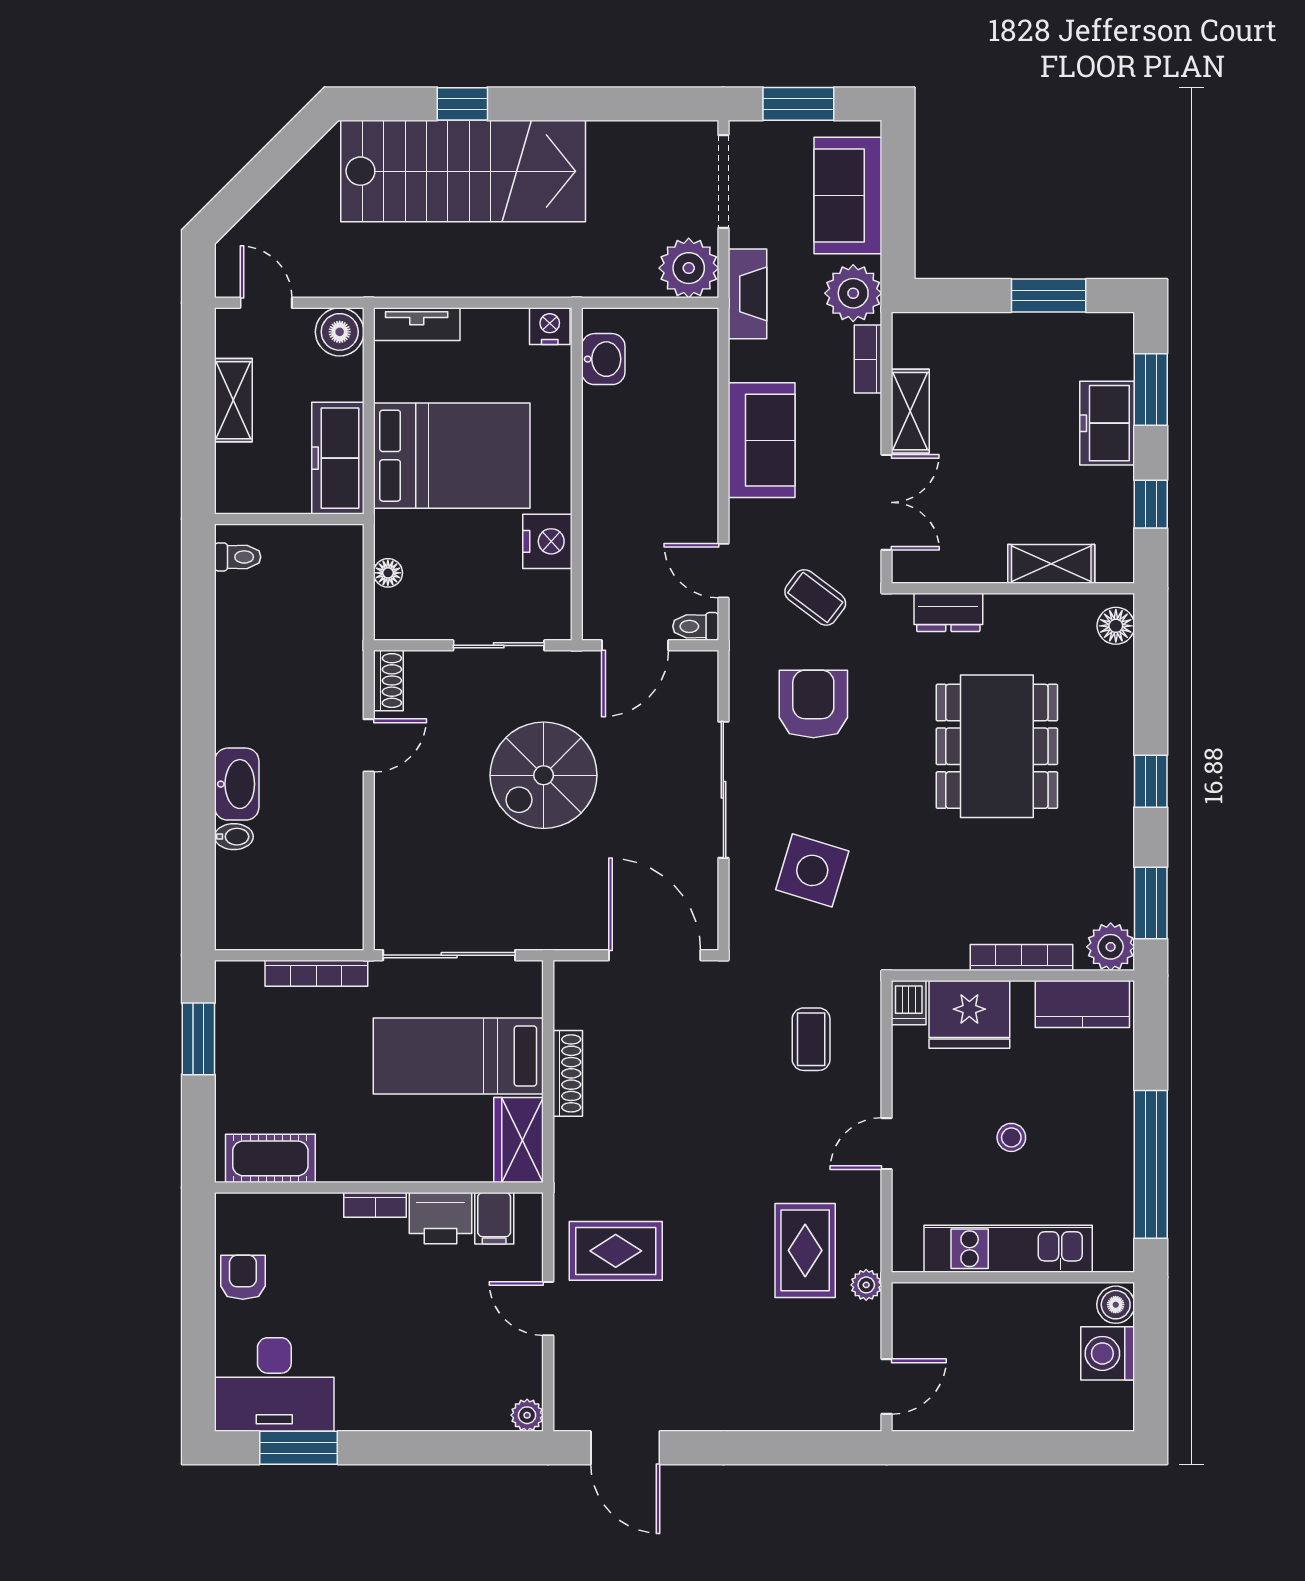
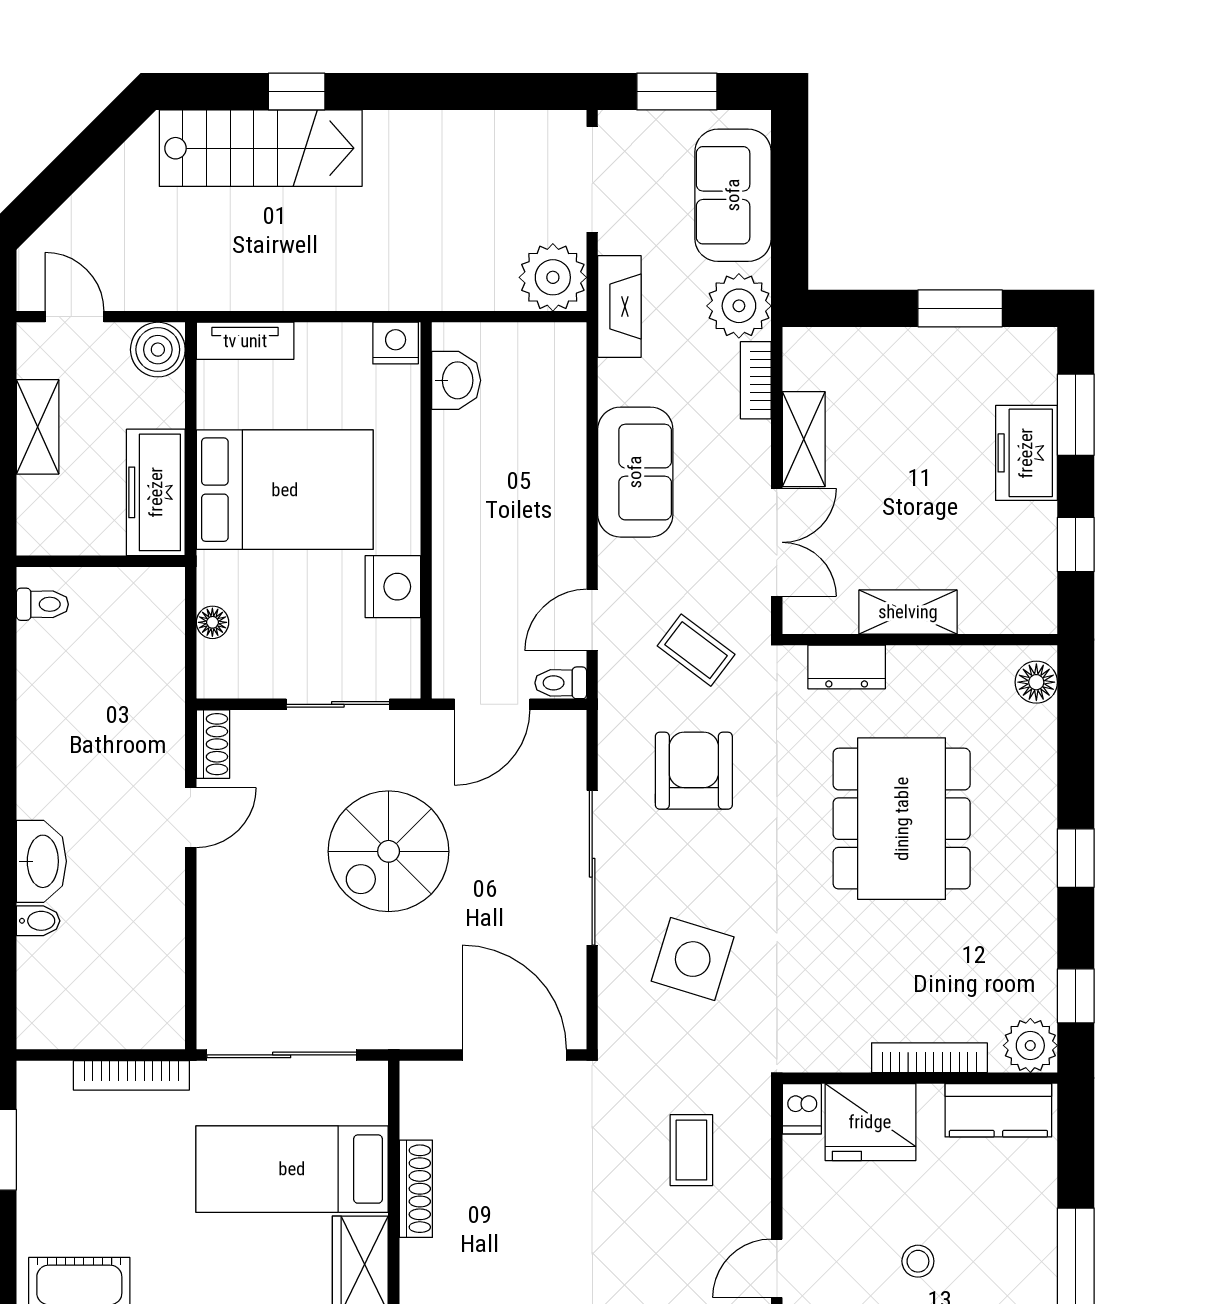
stairs: (463, 171) -> (261, 148), width x0.73, depth x0.66
shelving: (1051, 564) -> (908, 612), moved
door: (723, 571) -> (592, 620), hinge flipped
window: (1151, 903) -> (1076, 996), width x0.67

